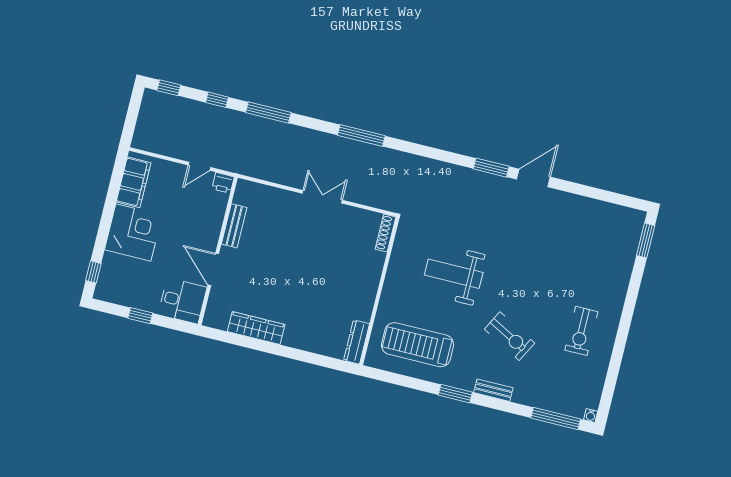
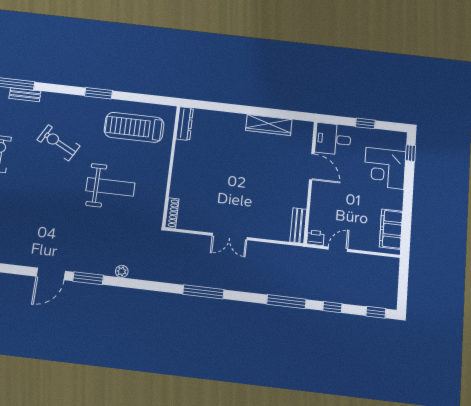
plant: (452, 171) -> (122, 271), added
bench: (234, 226) -> (298, 226), moved
corner desk: (133, 232) -> (385, 168), moved
treadmill: (418, 345) -> (134, 127), turned 180
bench: (493, 390) -> (25, 95), moved

